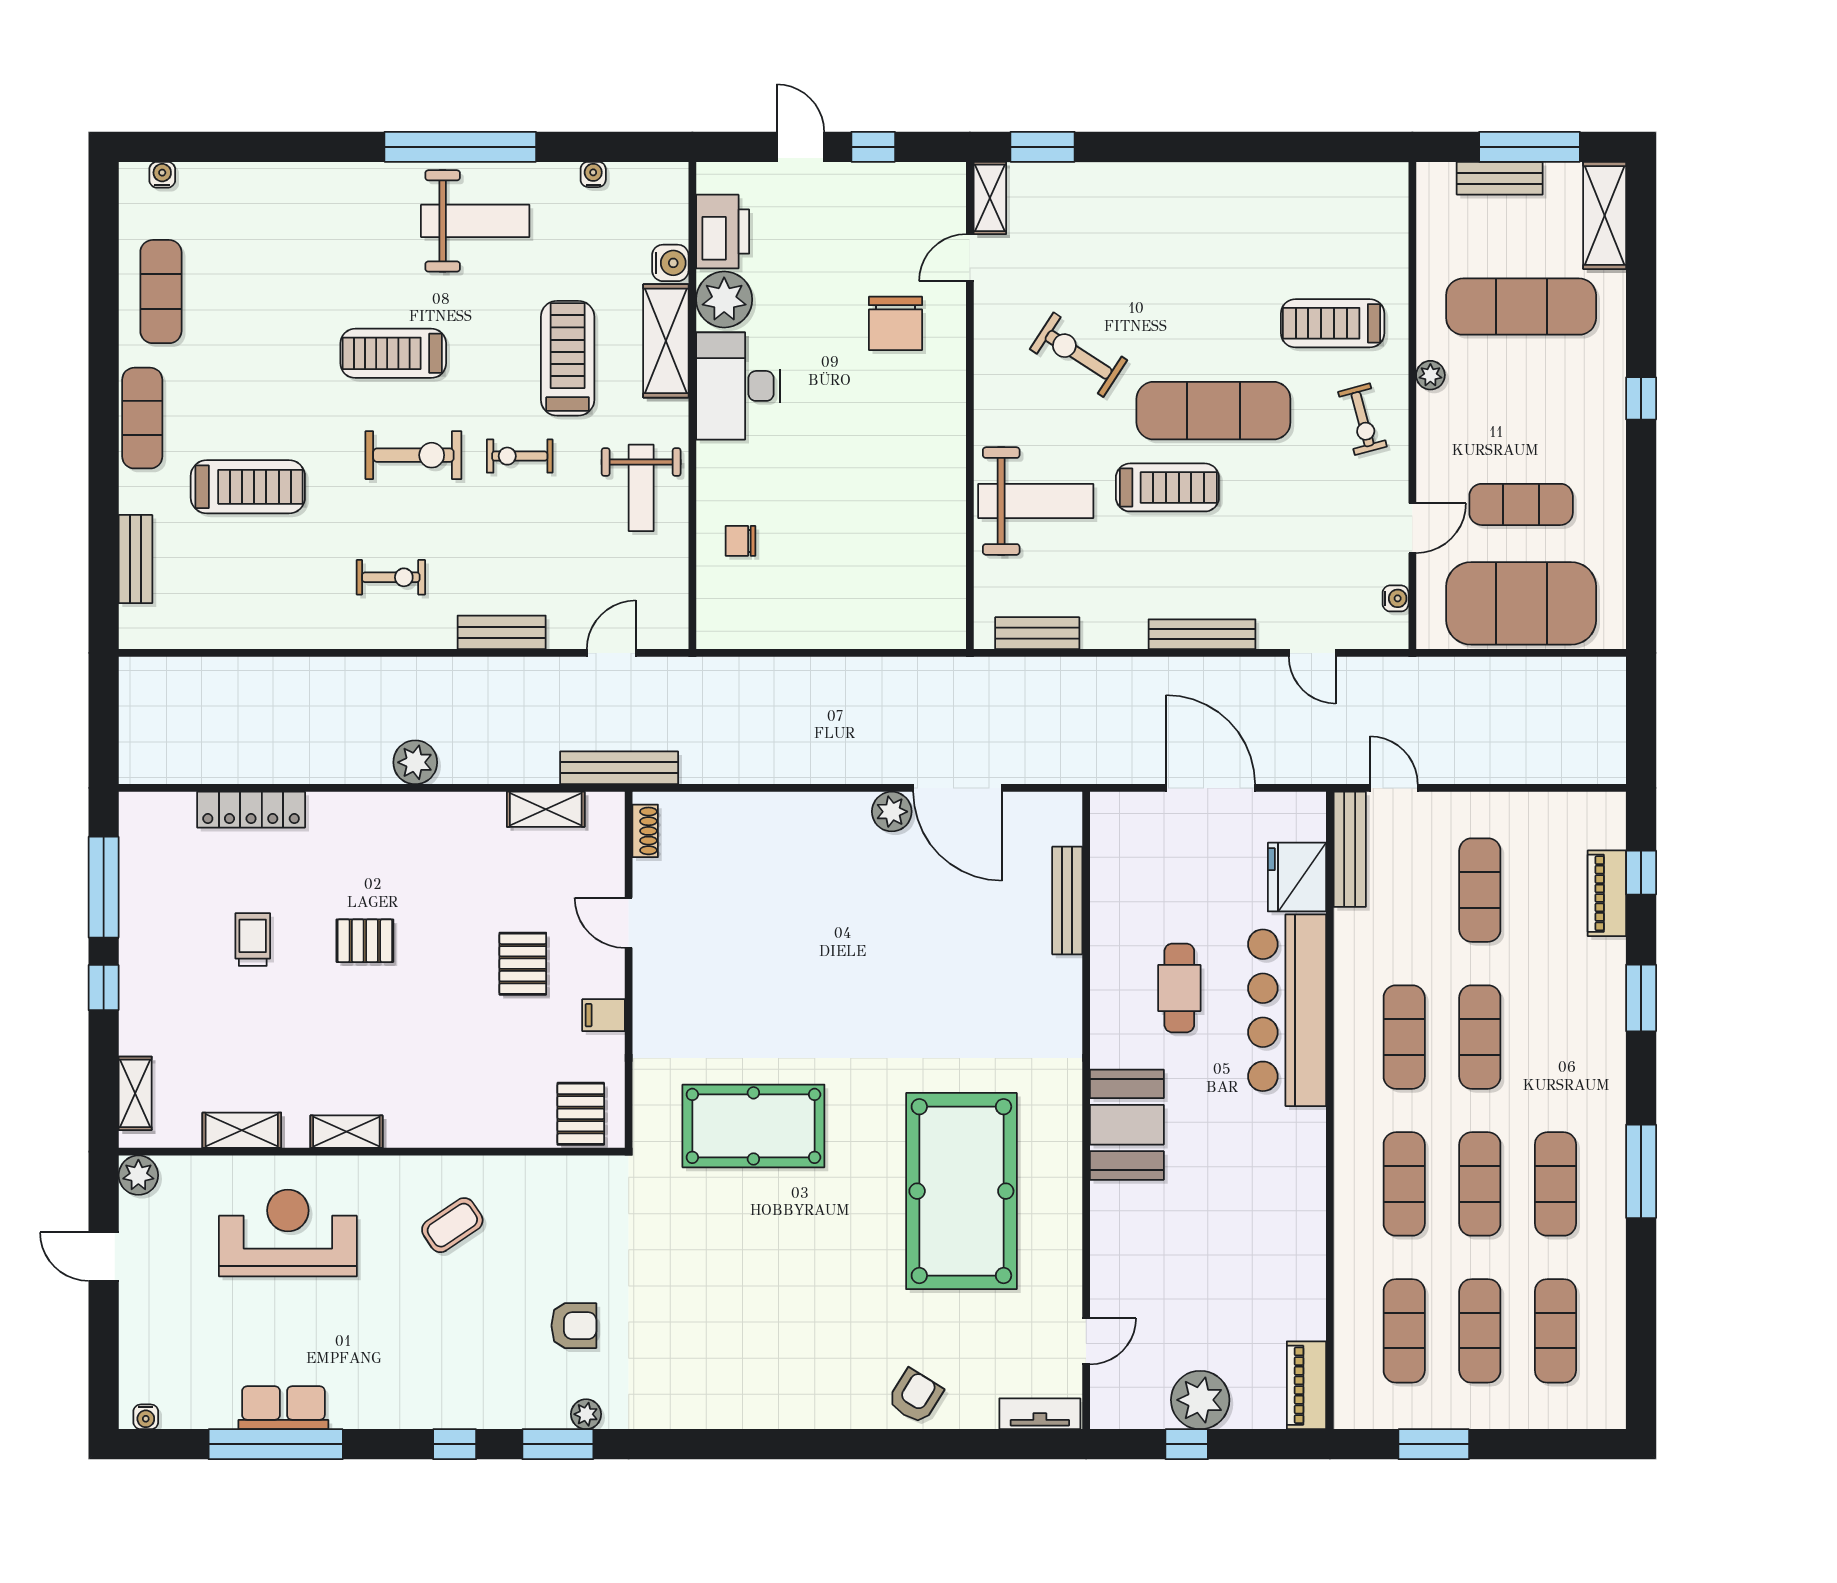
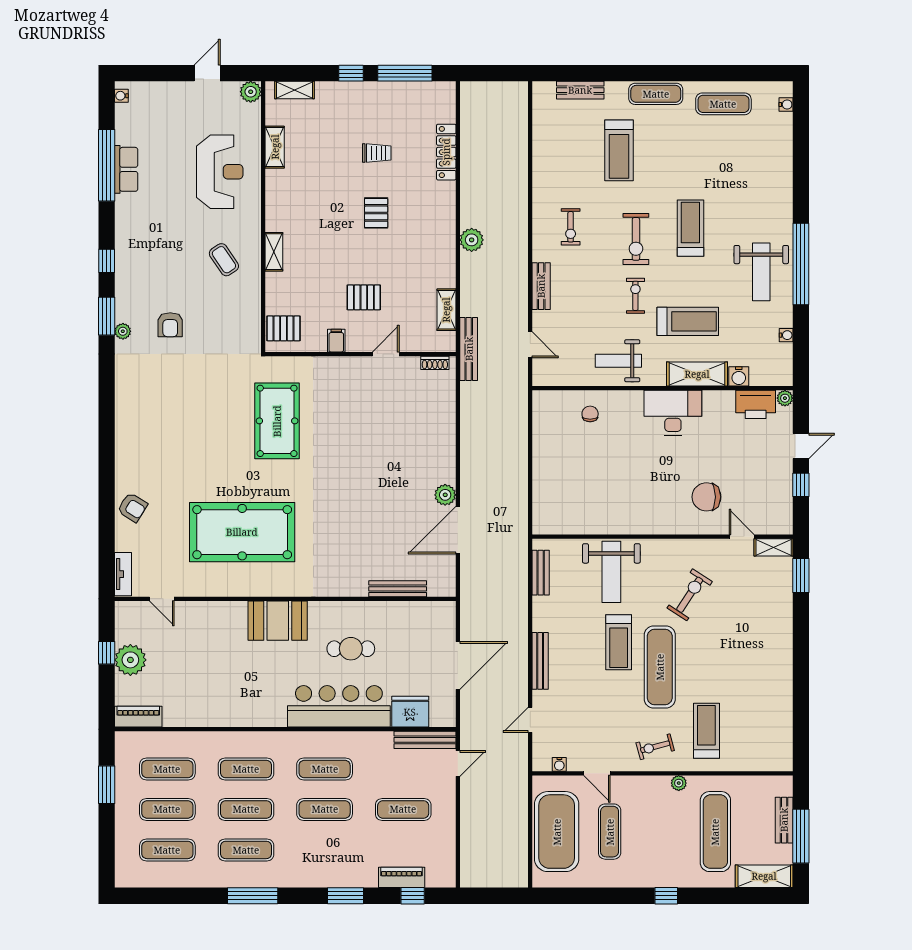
plant: (724, 300) -> (785, 398), moved, width x0.53, depth x0.53
shelving: (346, 1132) -> (274, 252), moved

